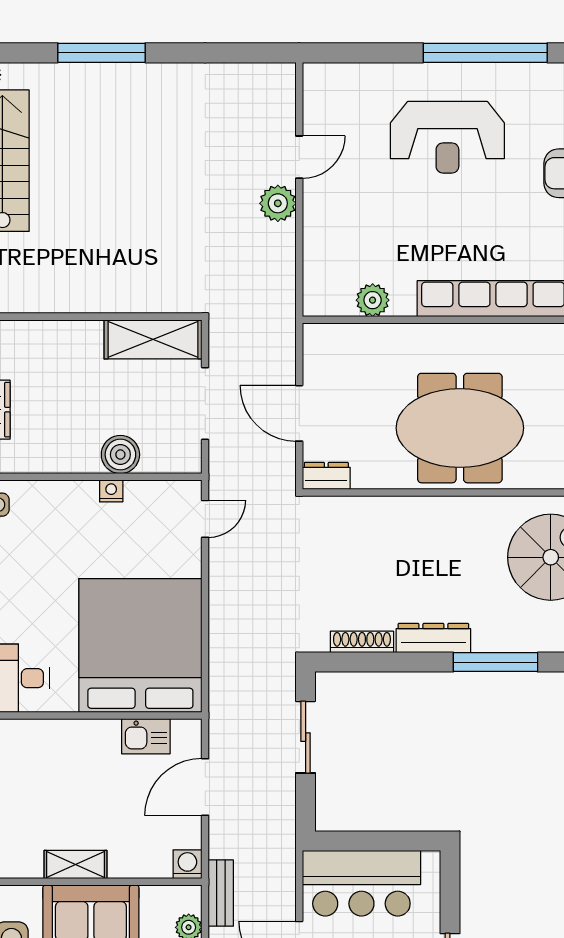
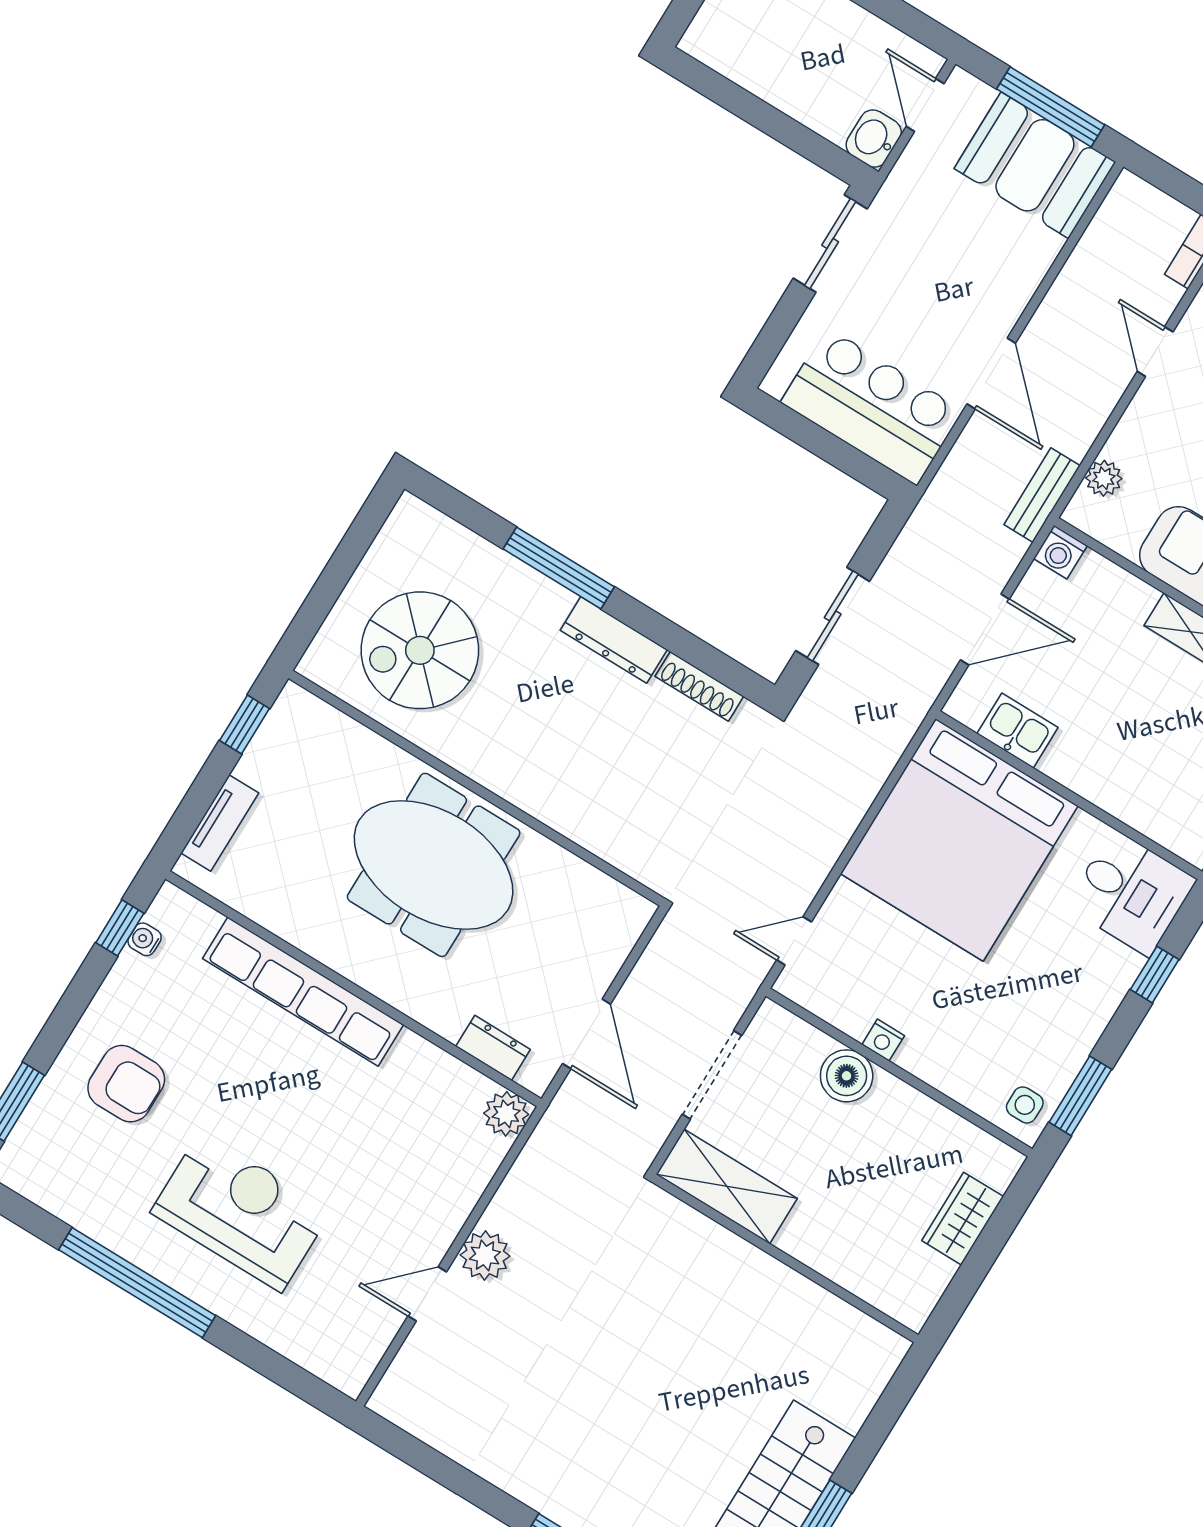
plant: (373, 300) -> (506, 1114), moved
door: (299, 413) -> (587, 1034), moved
dresser: (326, 476) -> (493, 1048), moved, turned 180

